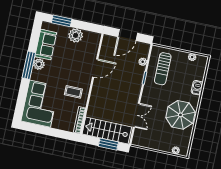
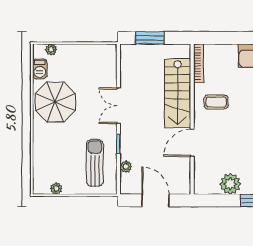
door: (128, 35) -> (156, 200), hinge flipped
barbecue: (197, 88) -> (40, 69), moved
double door: (136, 115) -> (118, 106), moved
stairs: (107, 130) -> (178, 93), moved, turned 90

